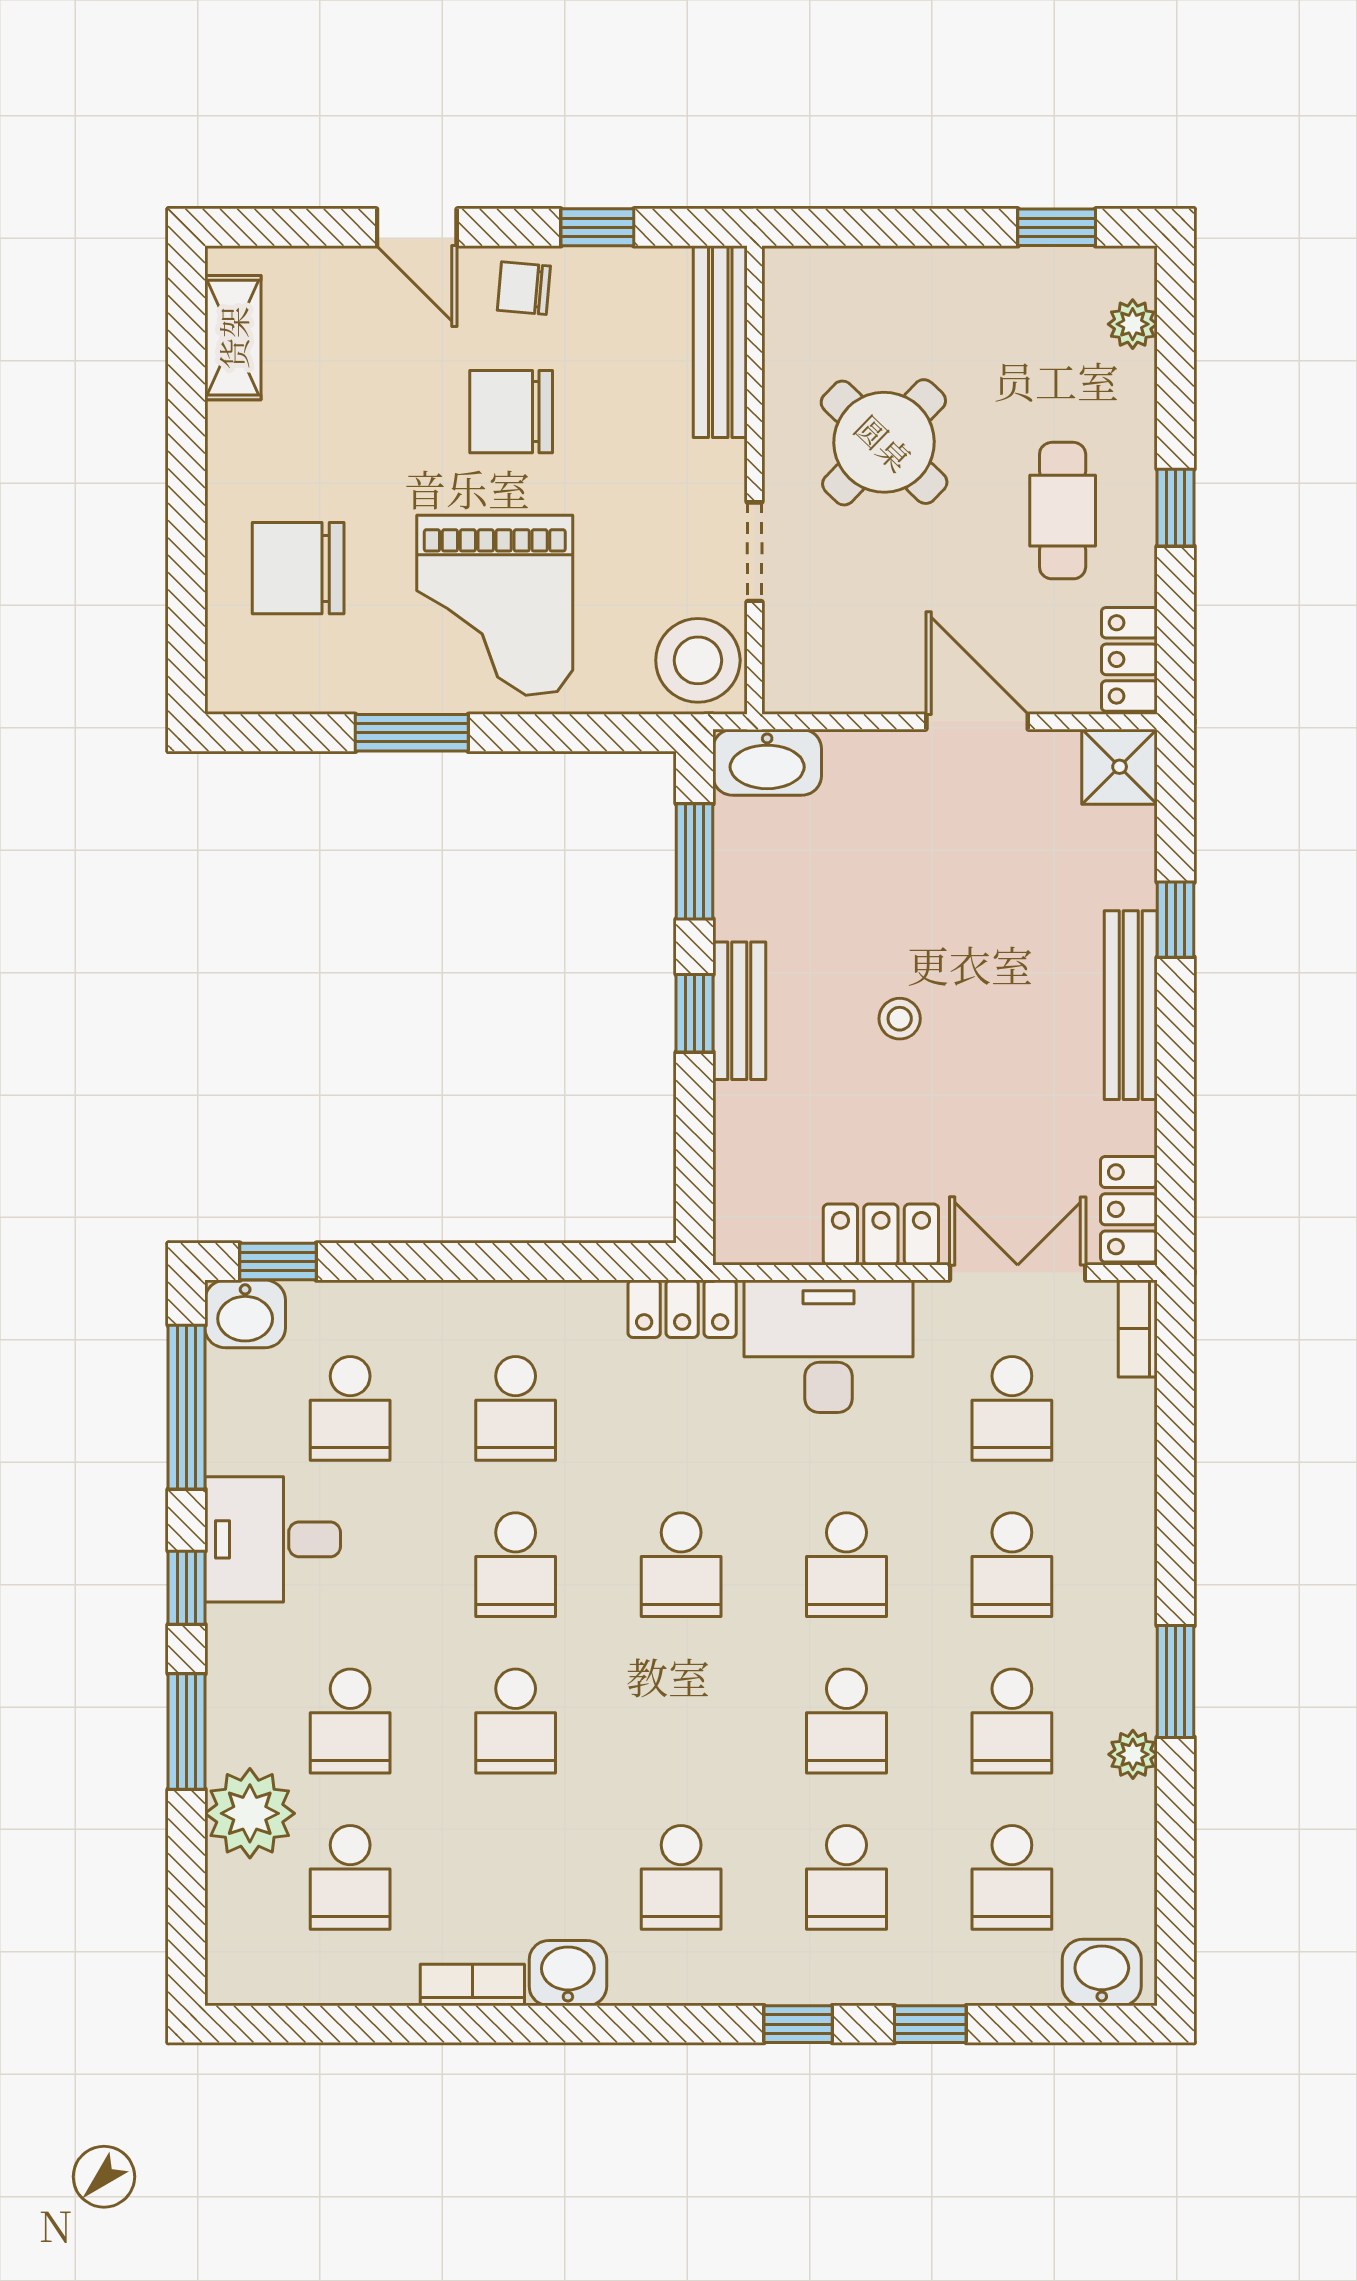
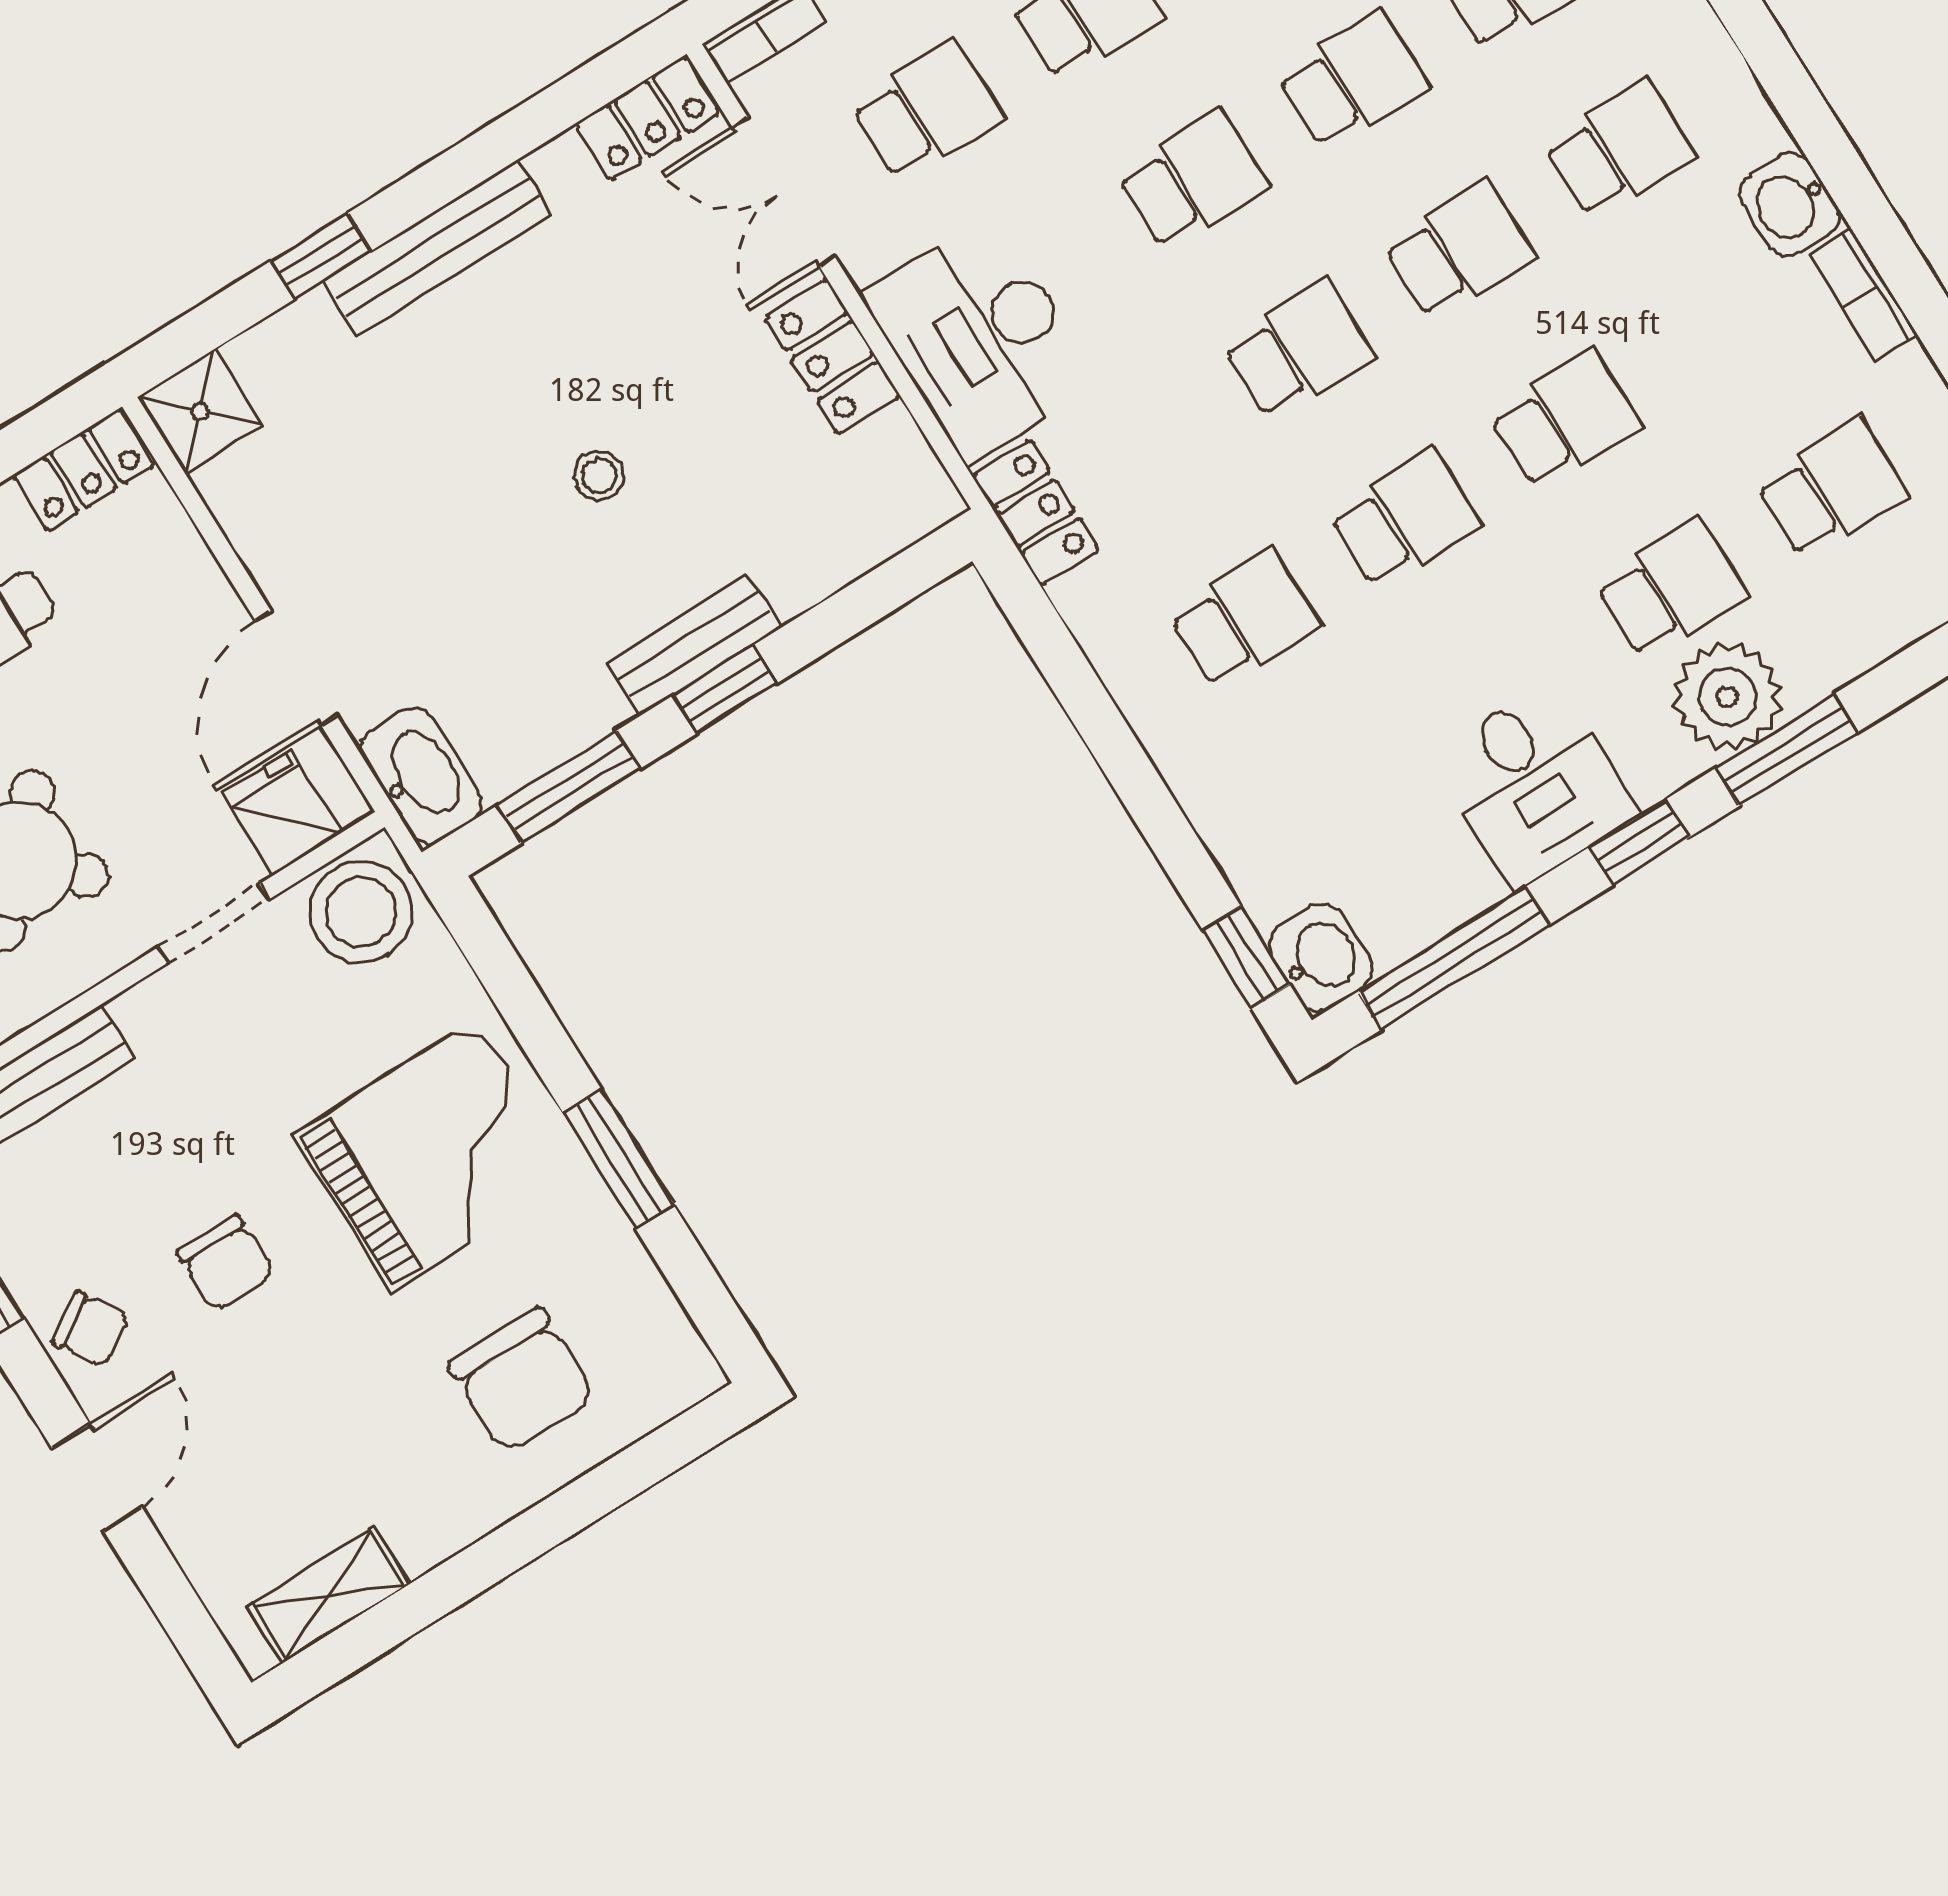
chair: (524, 288) -> (91, 1329), turned -38
chair: (511, 412) -> (225, 1263), width x0.73, depth x0.73
fridge: (802, 649) -> (282, 813), added
door: (977, 722) -> (296, 668), moved
school desk: (350, 1408) -> (1459, 250), moved
plant: (250, 1813) -> (1728, 697), moved

